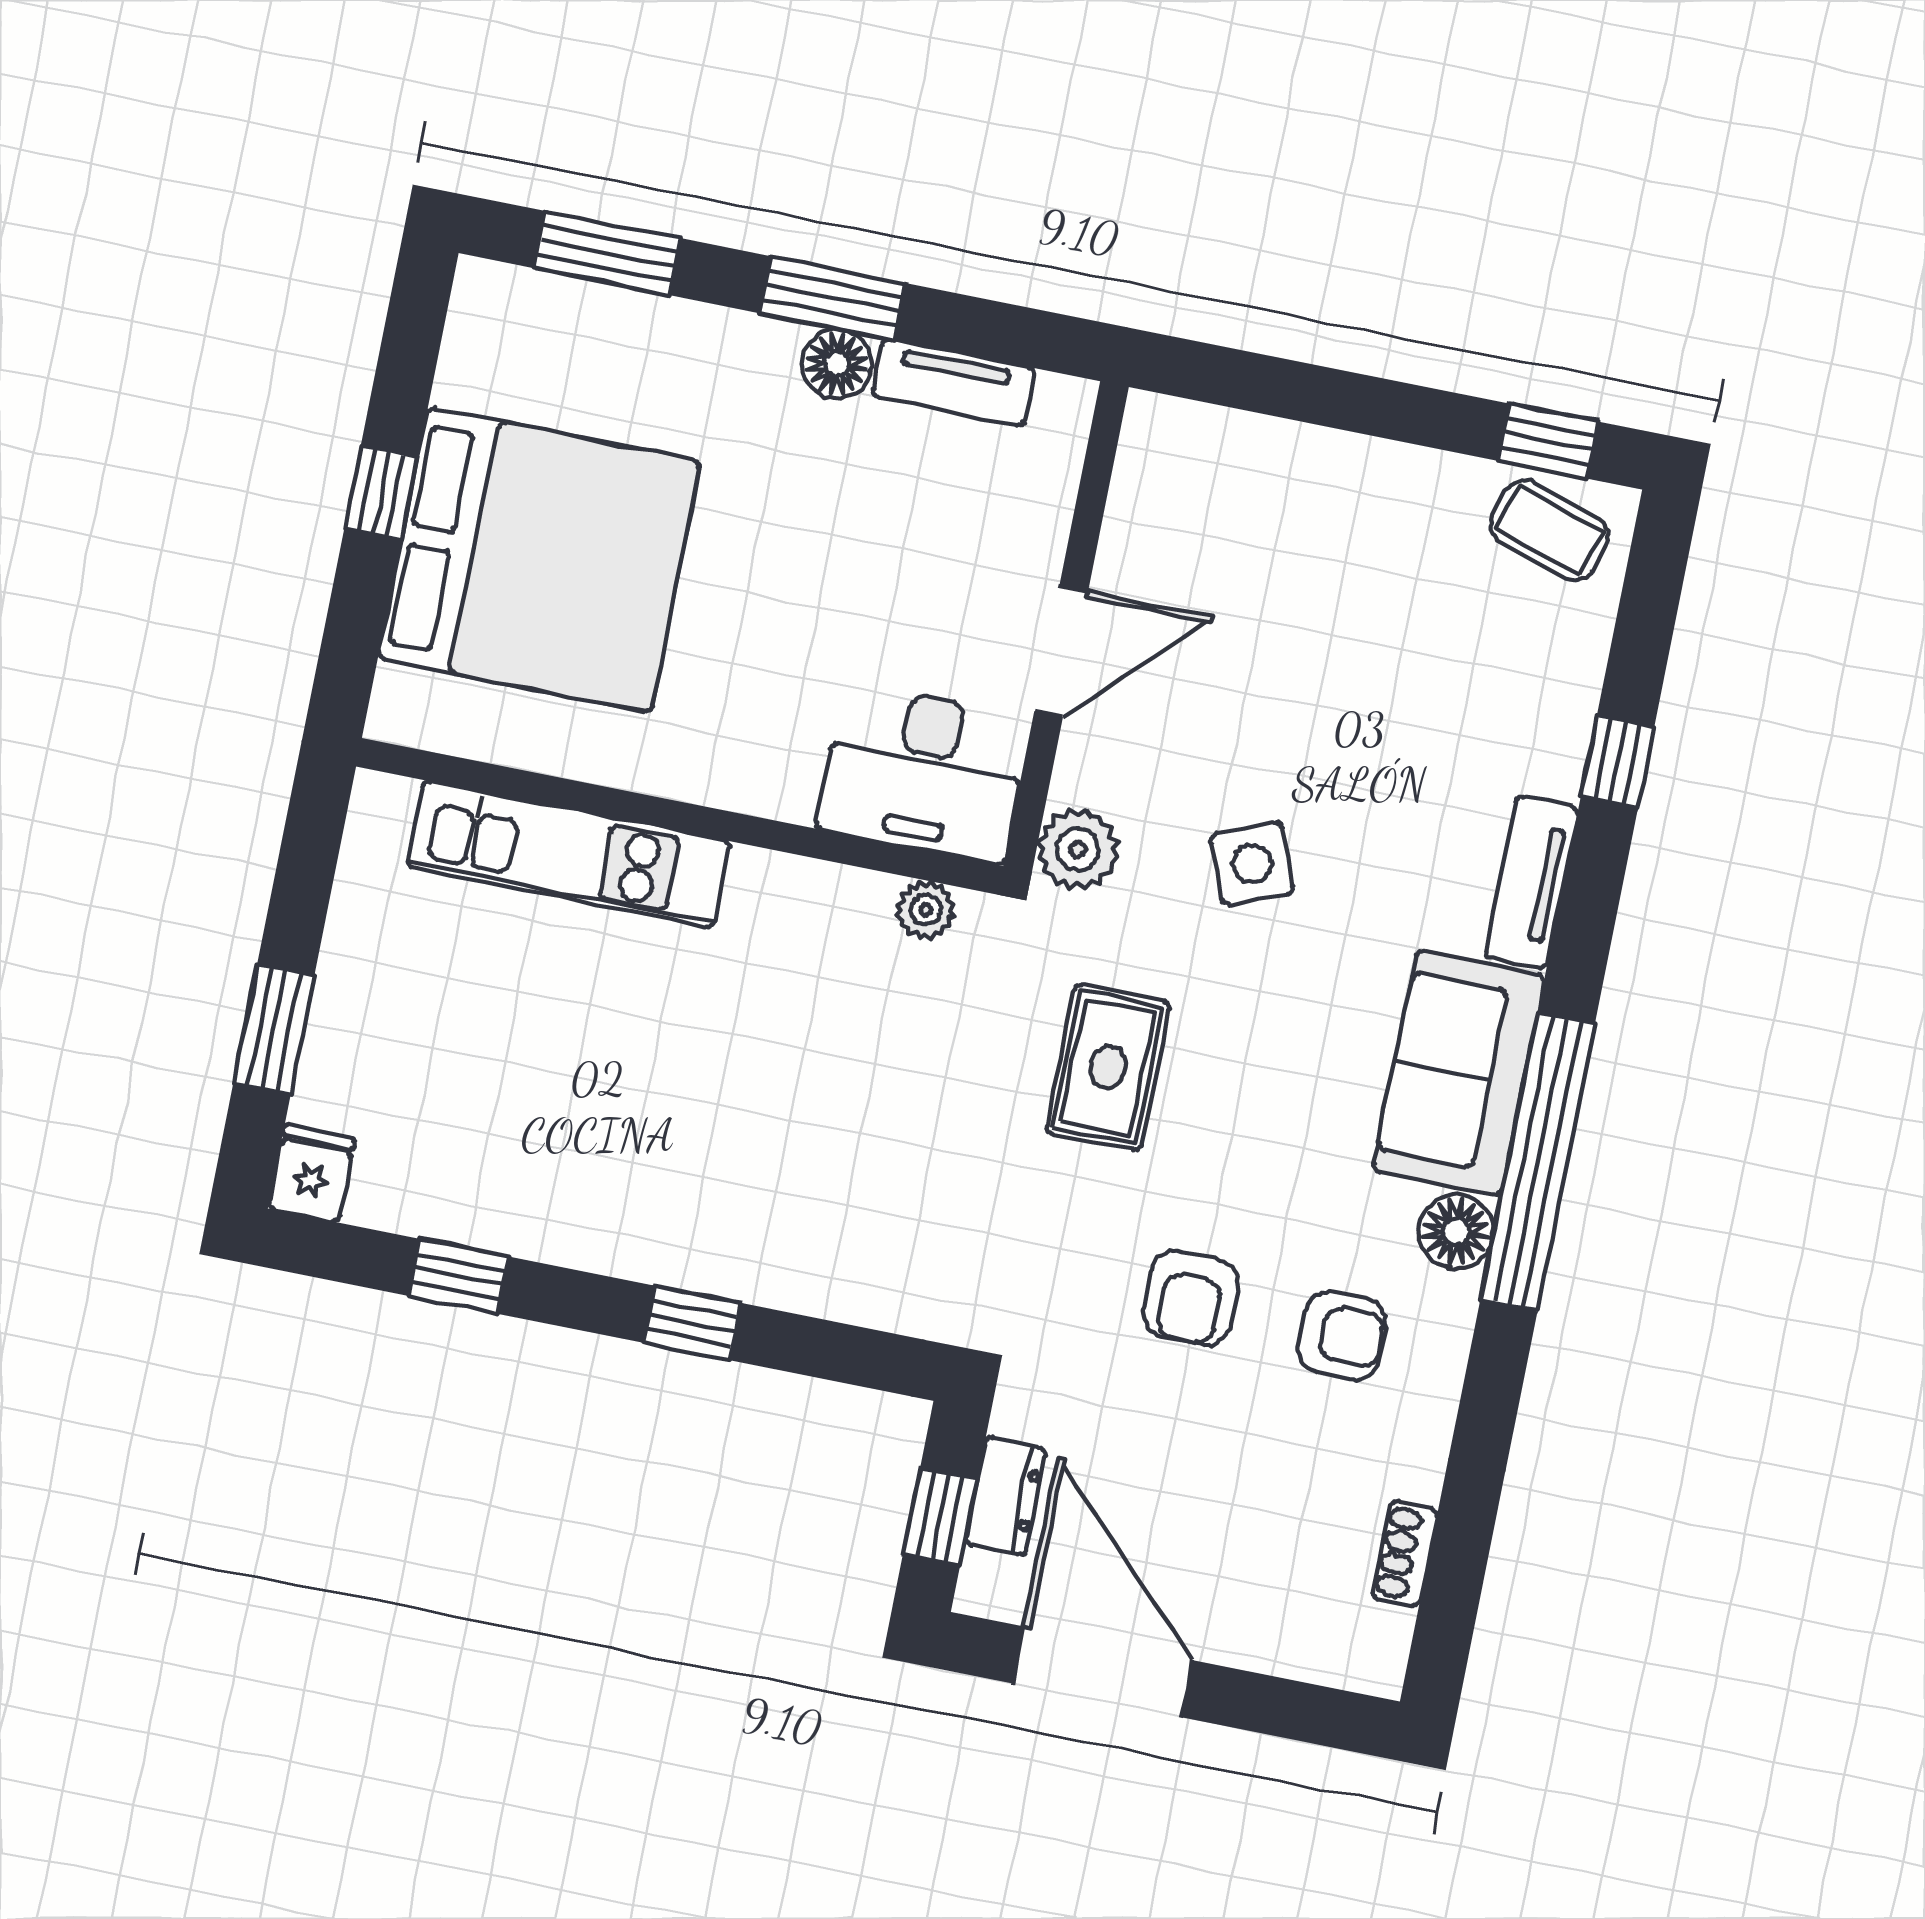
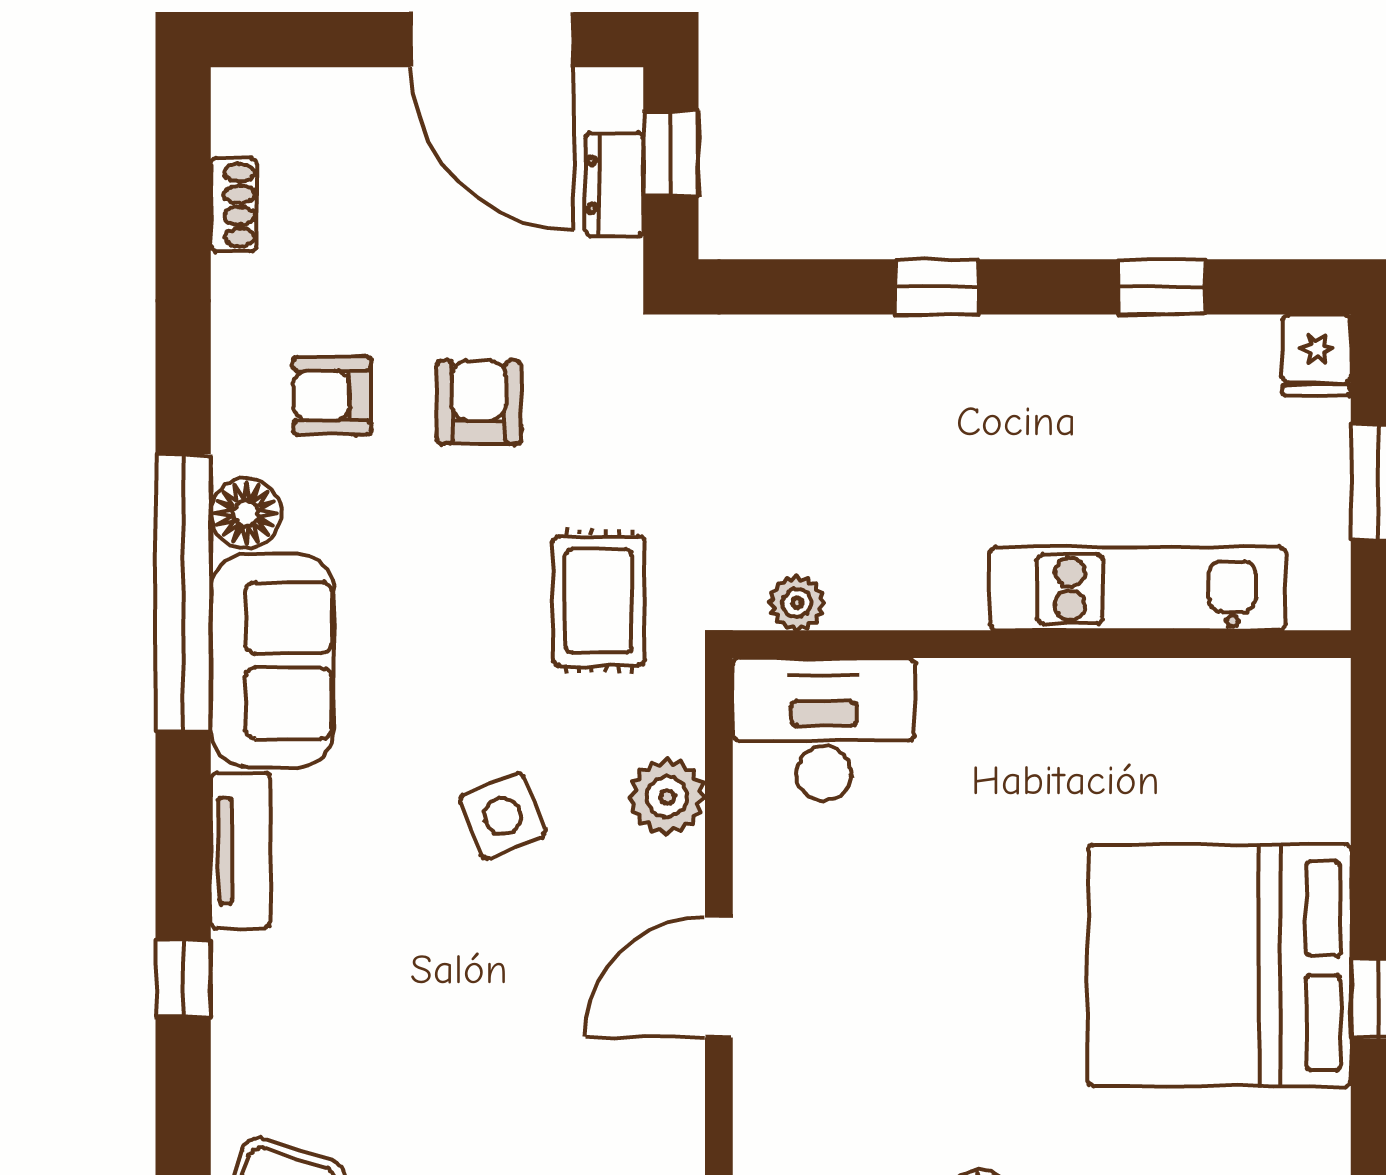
desk: (924, 773) -> (824, 729), moved
wall: (680, 816) -> (1042, 644), moved
kitchen unit: (569, 854) -> (1138, 589), moved
plant: (926, 910) -> (797, 603), moved

